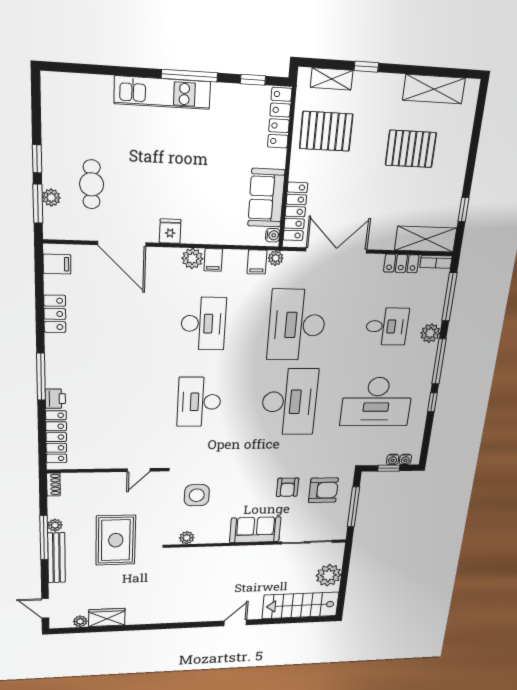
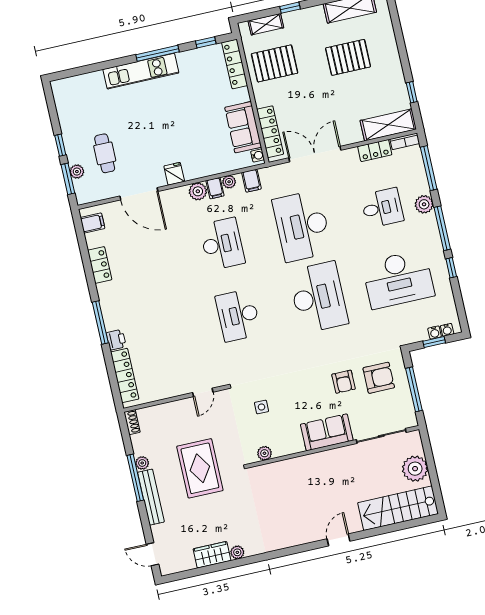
plant: (276, 258) -> (229, 182), moved
side table: (197, 495) -> (261, 407), width x0.54, depth x0.54
plant: (80, 621) -> (237, 552), moved

